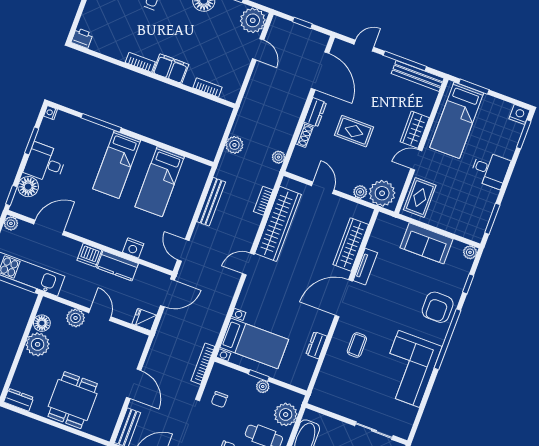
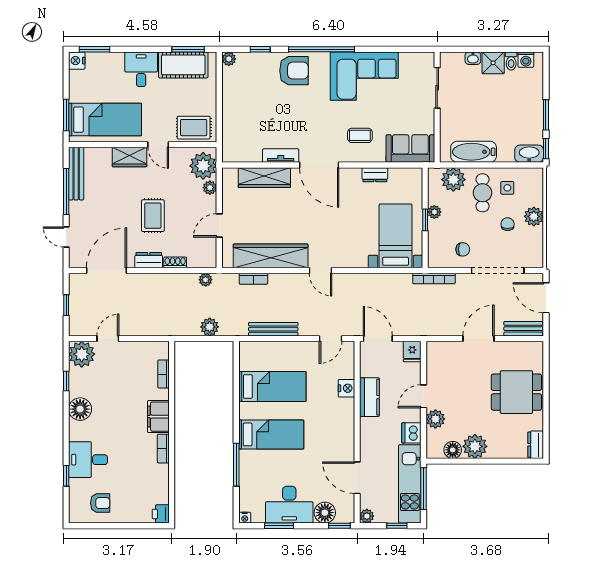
desk: (45, 163) -> (289, 505), width x1.37
cot: (480, 209) -> (183, 65), added
sofa: (427, 243) -> (410, 148), moved, turned -90
dishwasher: (89, 255) -> (411, 433), moved, turned 180

